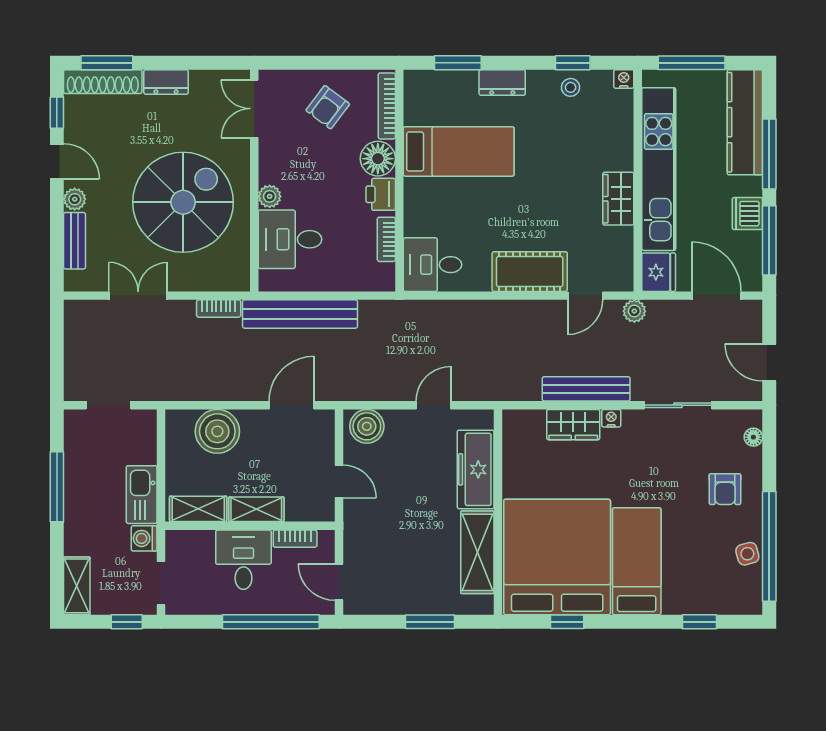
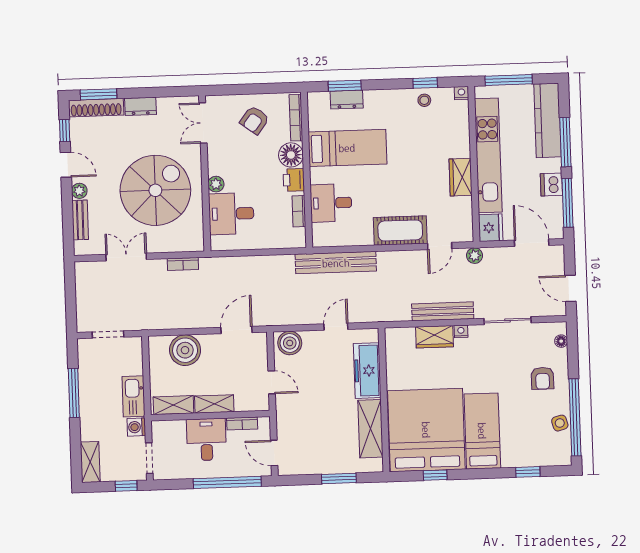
dresser: (502, 83) -> (347, 100), moved
desk: (433, 265) -> (331, 203), moved
bench: (300, 314) -> (336, 263), moved

